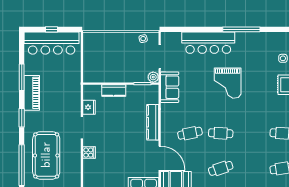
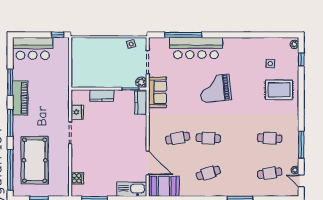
window: (52, 29) -> (58, 35), moved
window: (241, 29) -> (183, 35), moved
bar counter: (52, 43) -> (33, 48), width x0.73
grand piano: (228, 83) -> (215, 88), turned 84
window: (22, 118) -> (10, 123), width x1.44
kitchen counter: (153, 122) -> (141, 103), moved, width x0.67
cooker: (89, 153) -> (77, 178), moved

